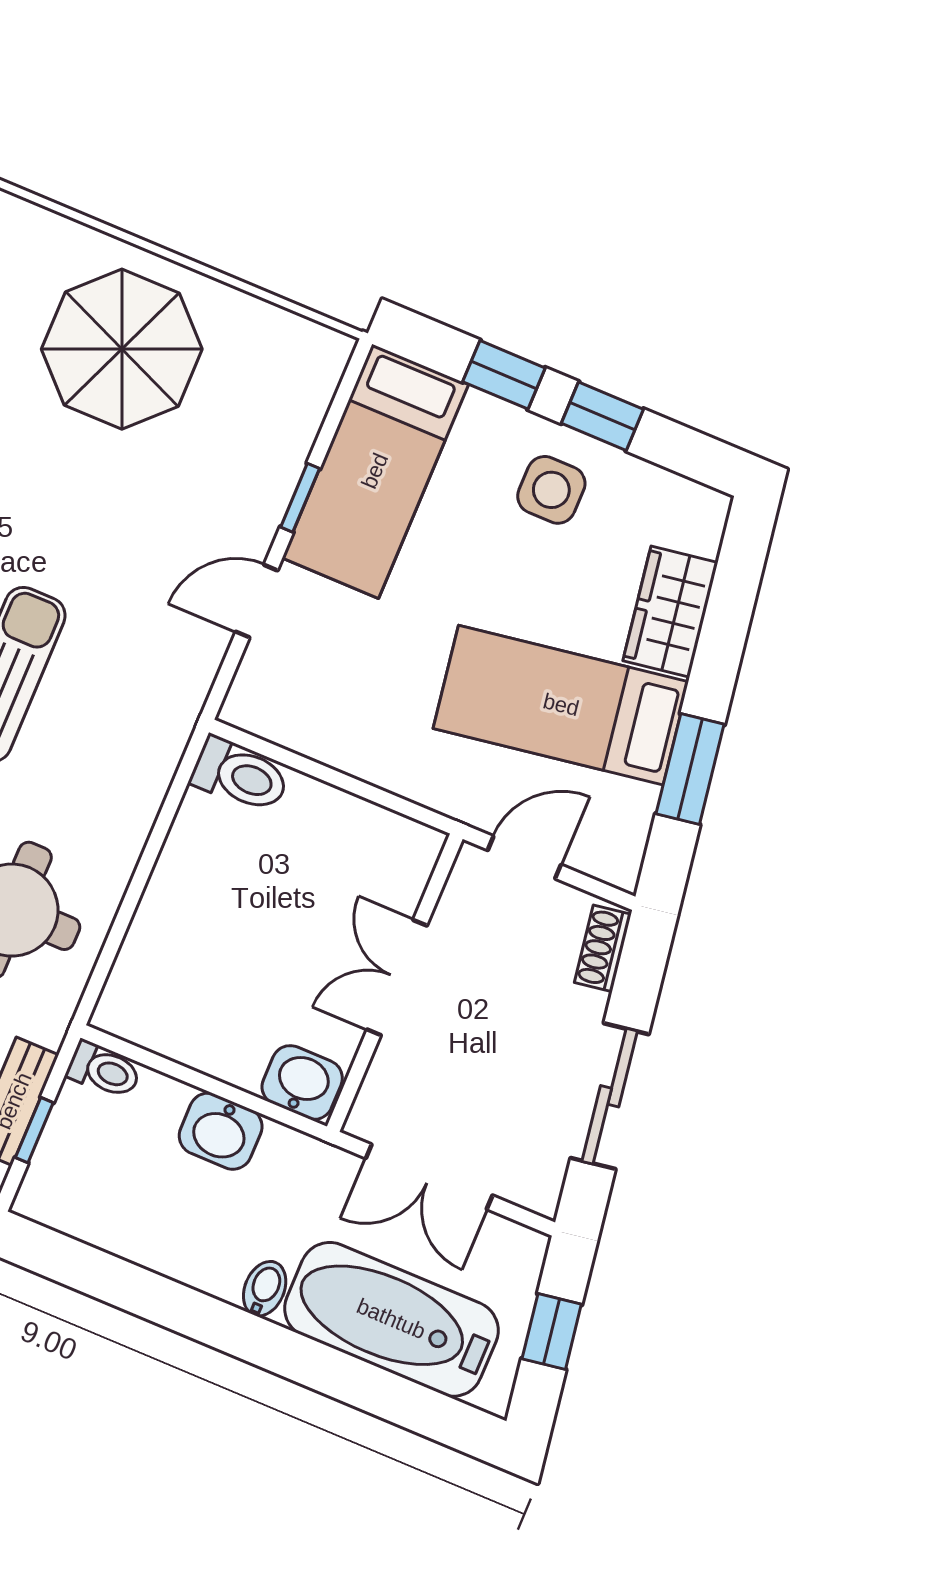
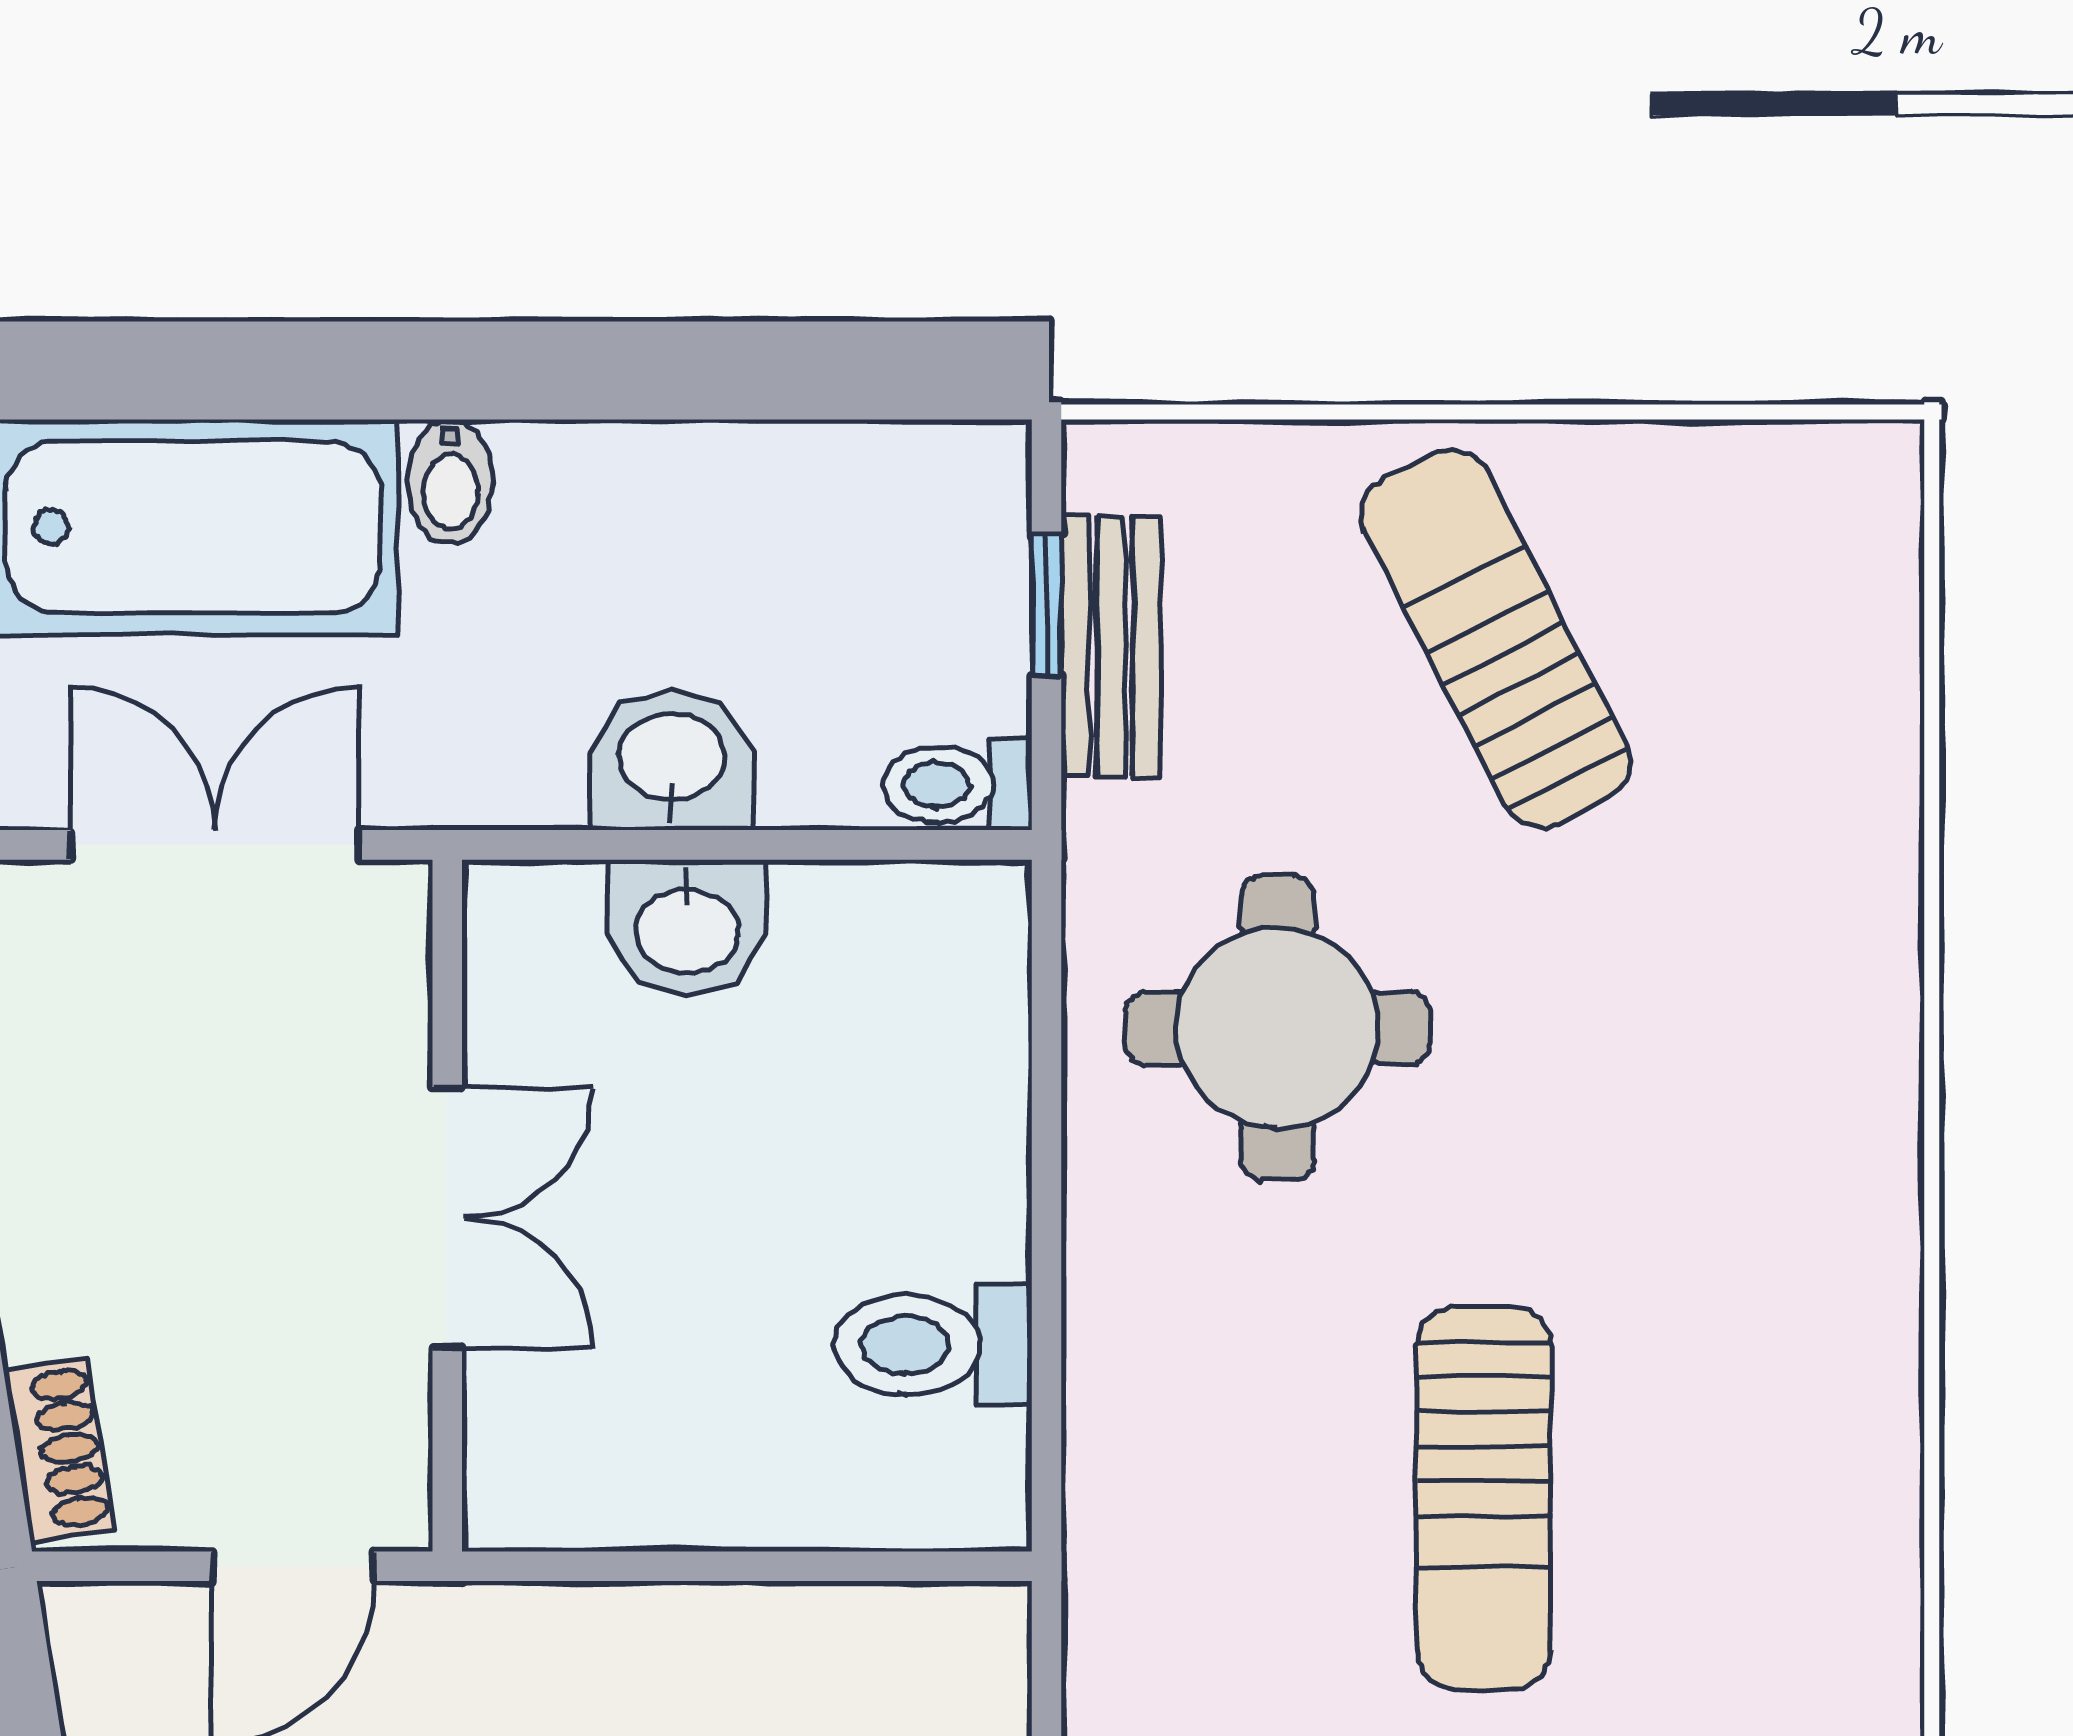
toilet: (240, 775) -> (933, 1345), moved
washbasin: (302, 1083) -> (687, 927), moved

